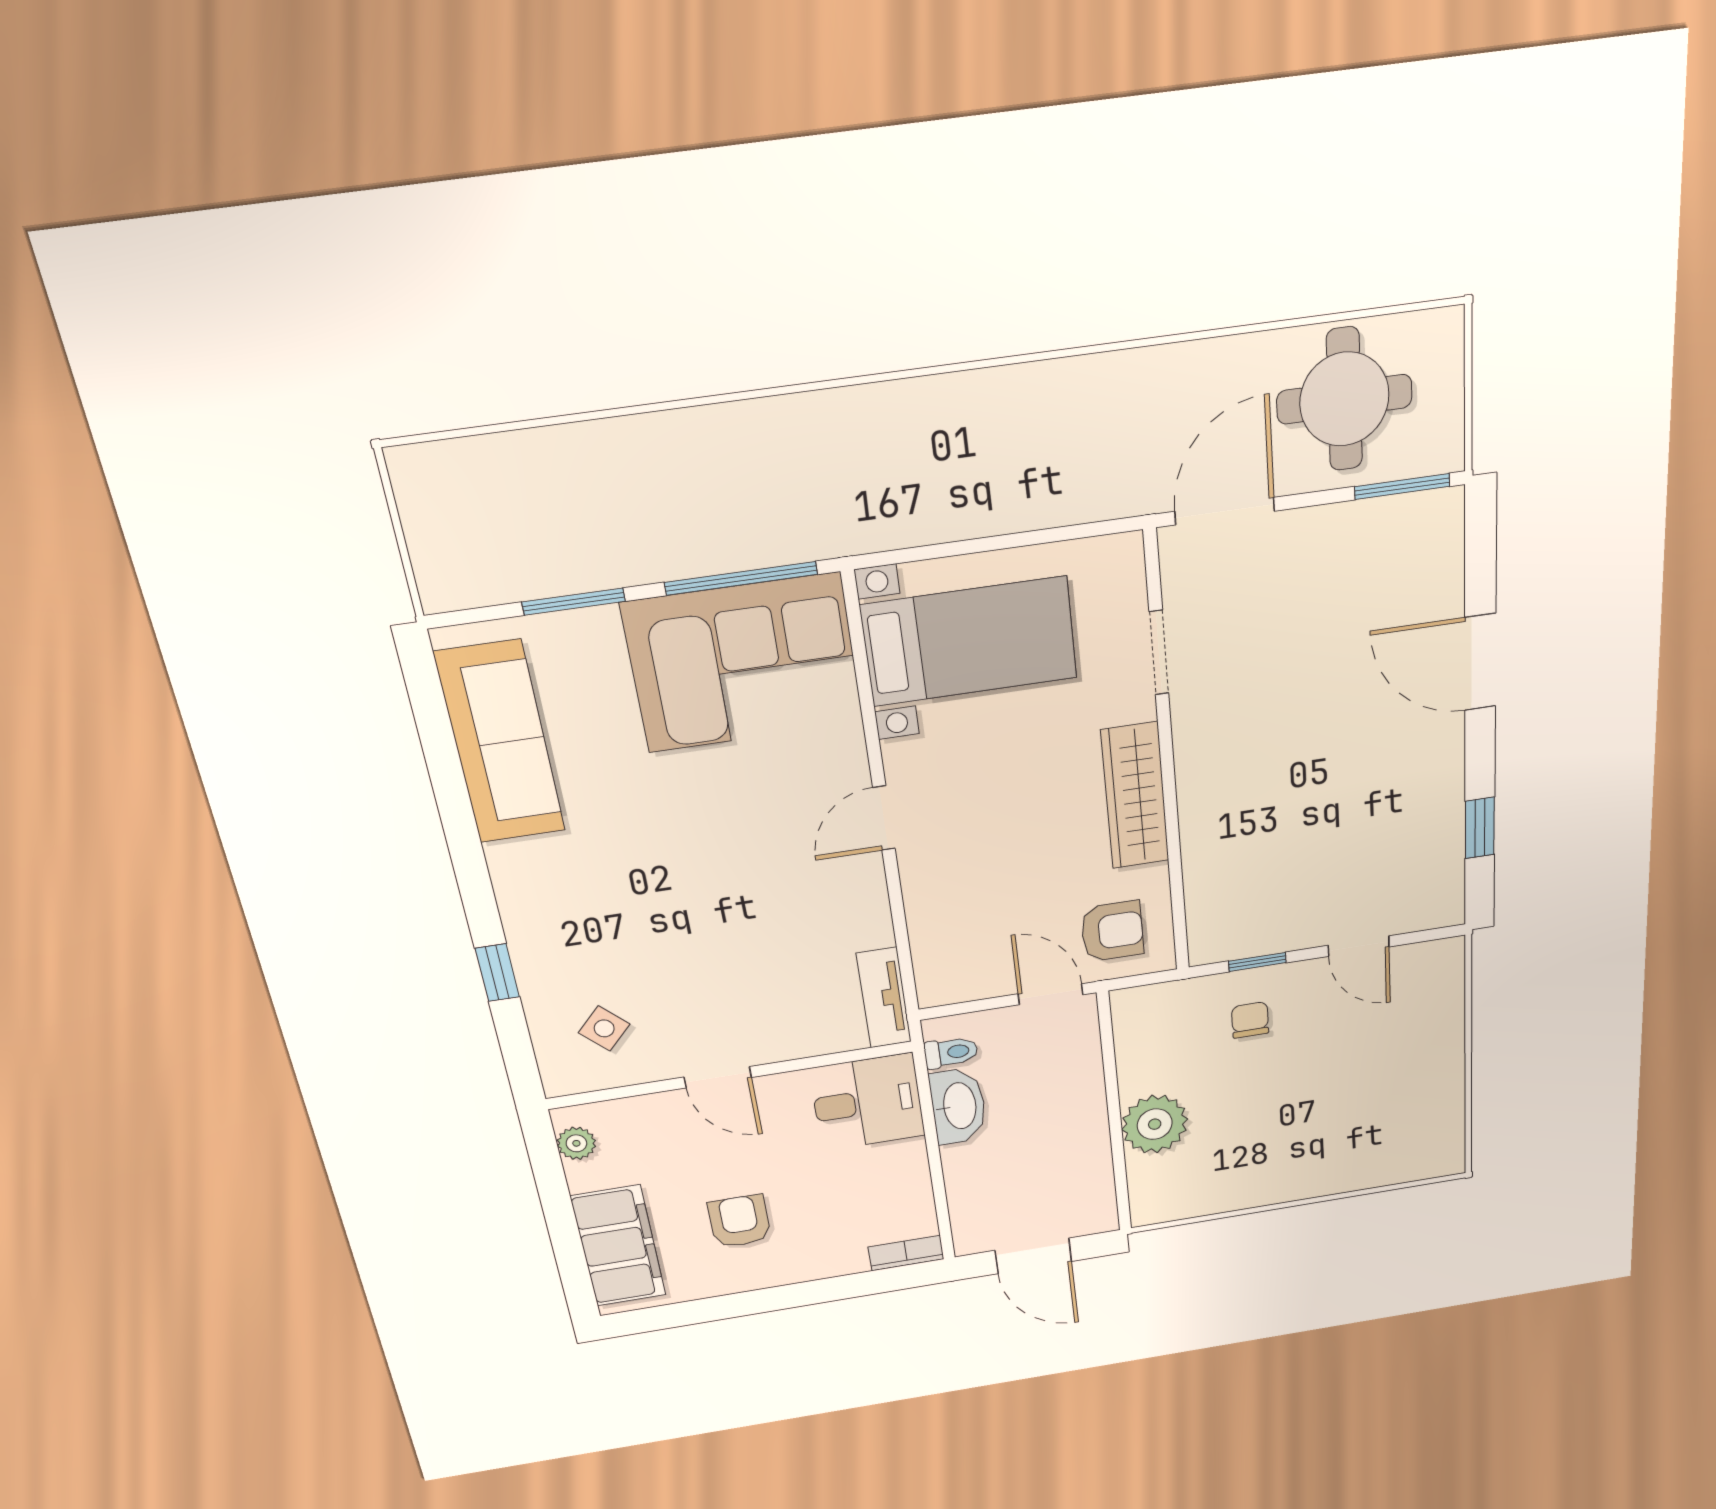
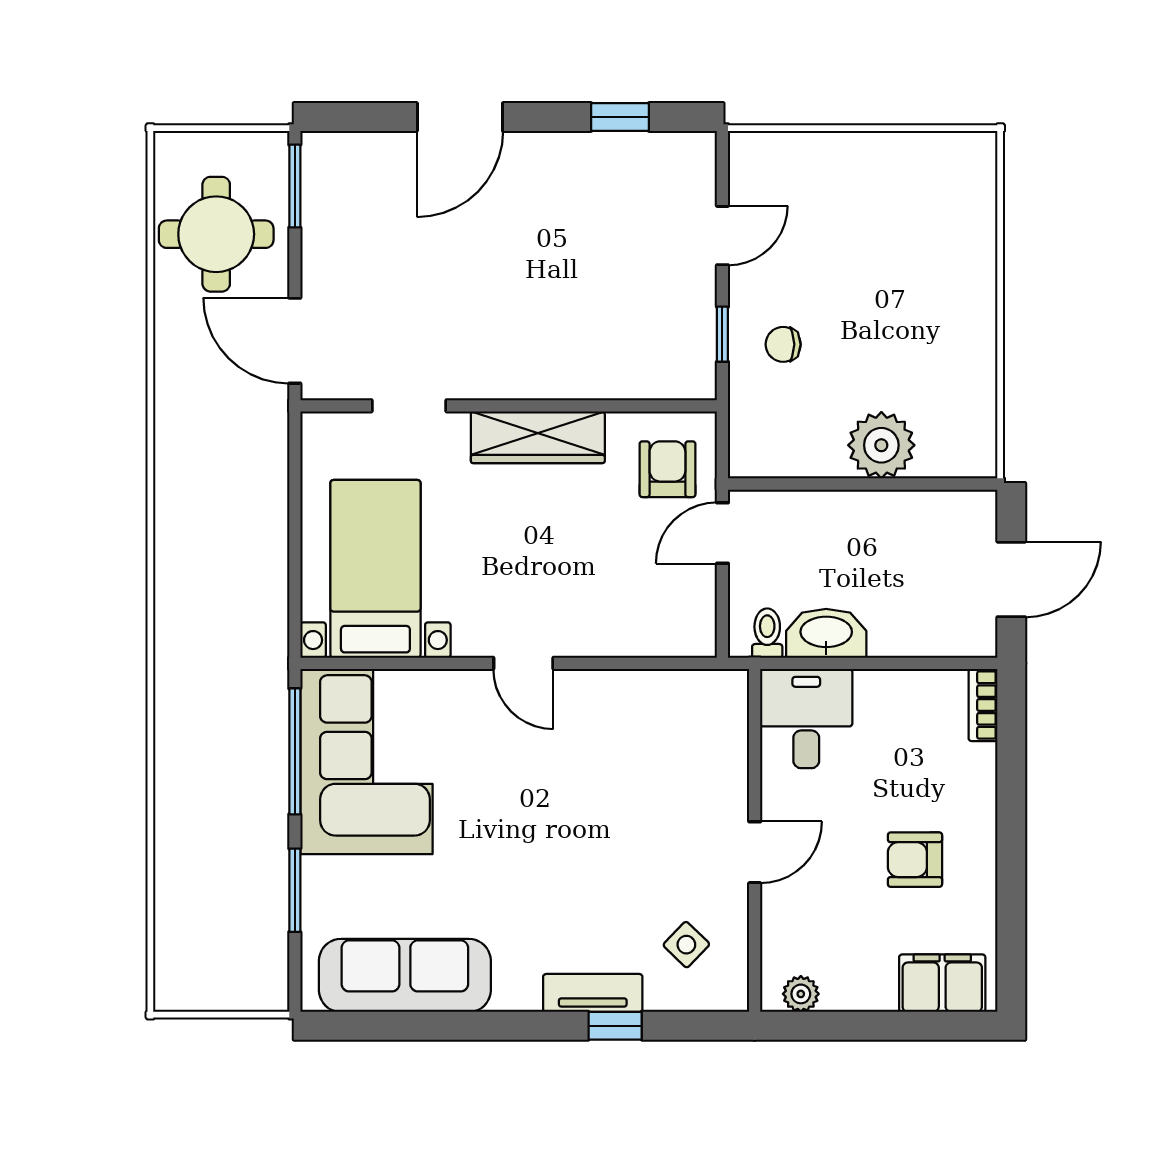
tv unit: (884, 998) -> (593, 993), moved, turned 180
filing cabinet: (618, 1246) -> (942, 983), width x0.67, depth x0.86

